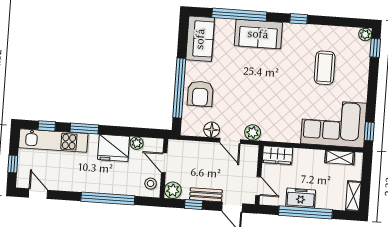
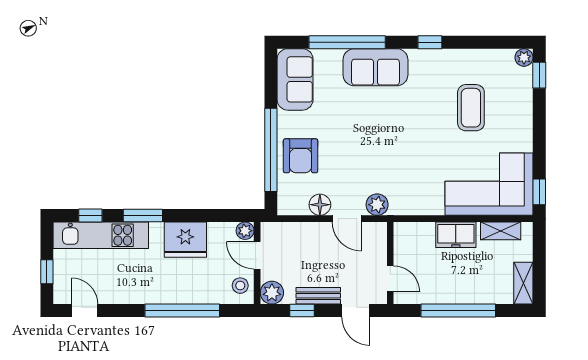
plant: (137, 143) -> (245, 231), moved
wardrobe: (277, 155) -> (414, 234), removed
freezer: (301, 198) -> (456, 235), moved, turned 180

